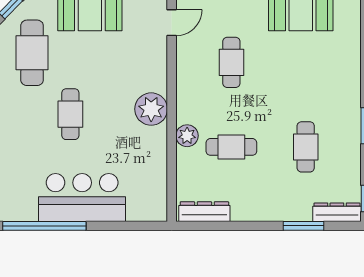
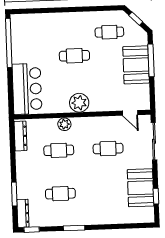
cafe table: (32, 53) -> (109, 32), width x0.73, depth x0.74
cafe table: (231, 147) -> (59, 150), turned 90
bar counter: (82, 198) -> (27, 89), moved

